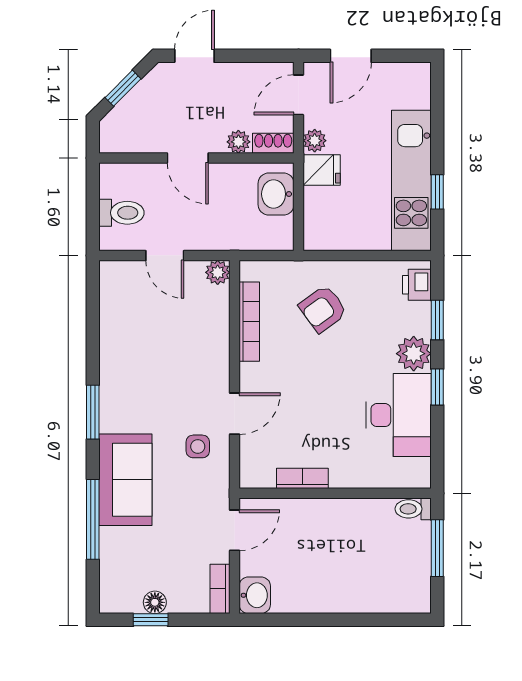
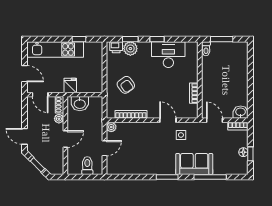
plant: (315, 141) -> (58, 88), removed
kitchen unit: (411, 181) -> (55, 49), moved
plant: (414, 354) -> (130, 49), moved

